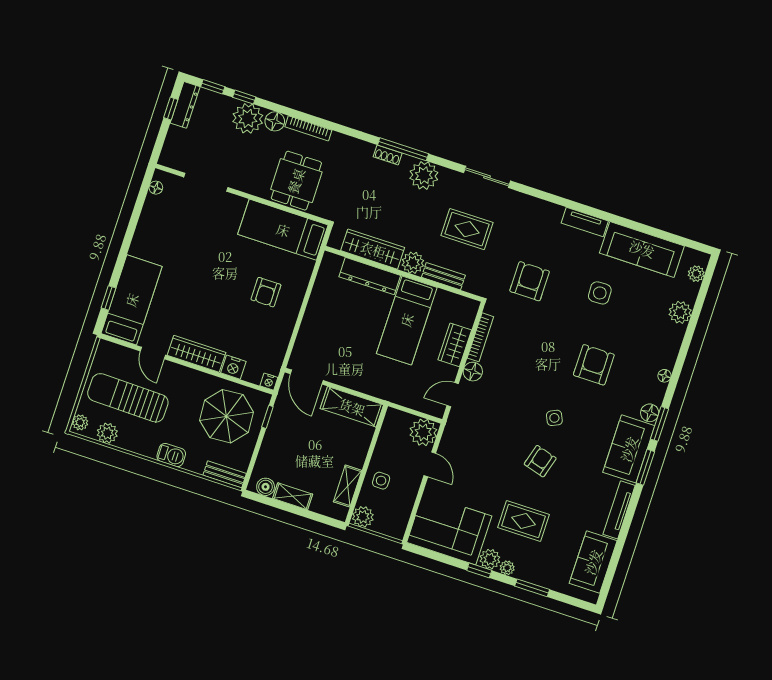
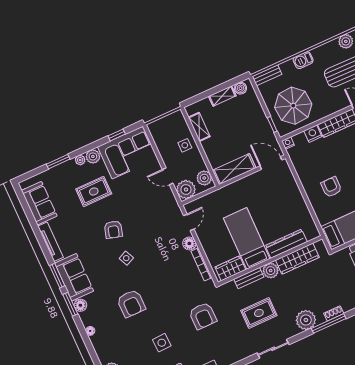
wardrobe: (455, 345) -> (230, 268), moved, turned -90
plant: (363, 517) -> (204, 178), moved
window: (479, 570) -> (117, 135), moved

